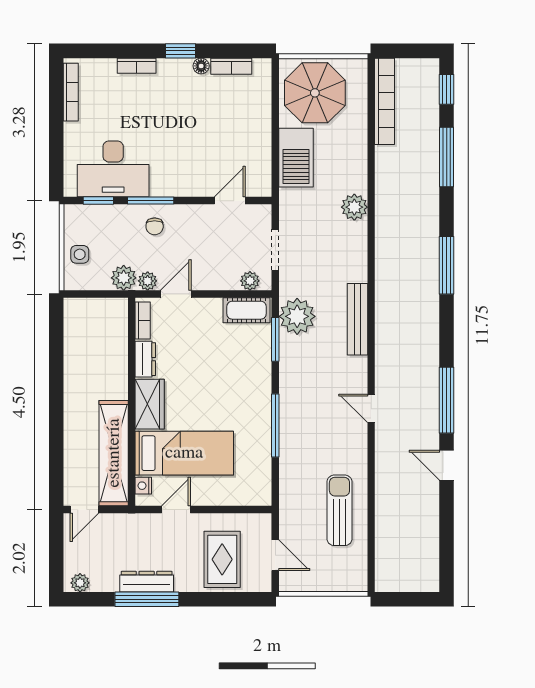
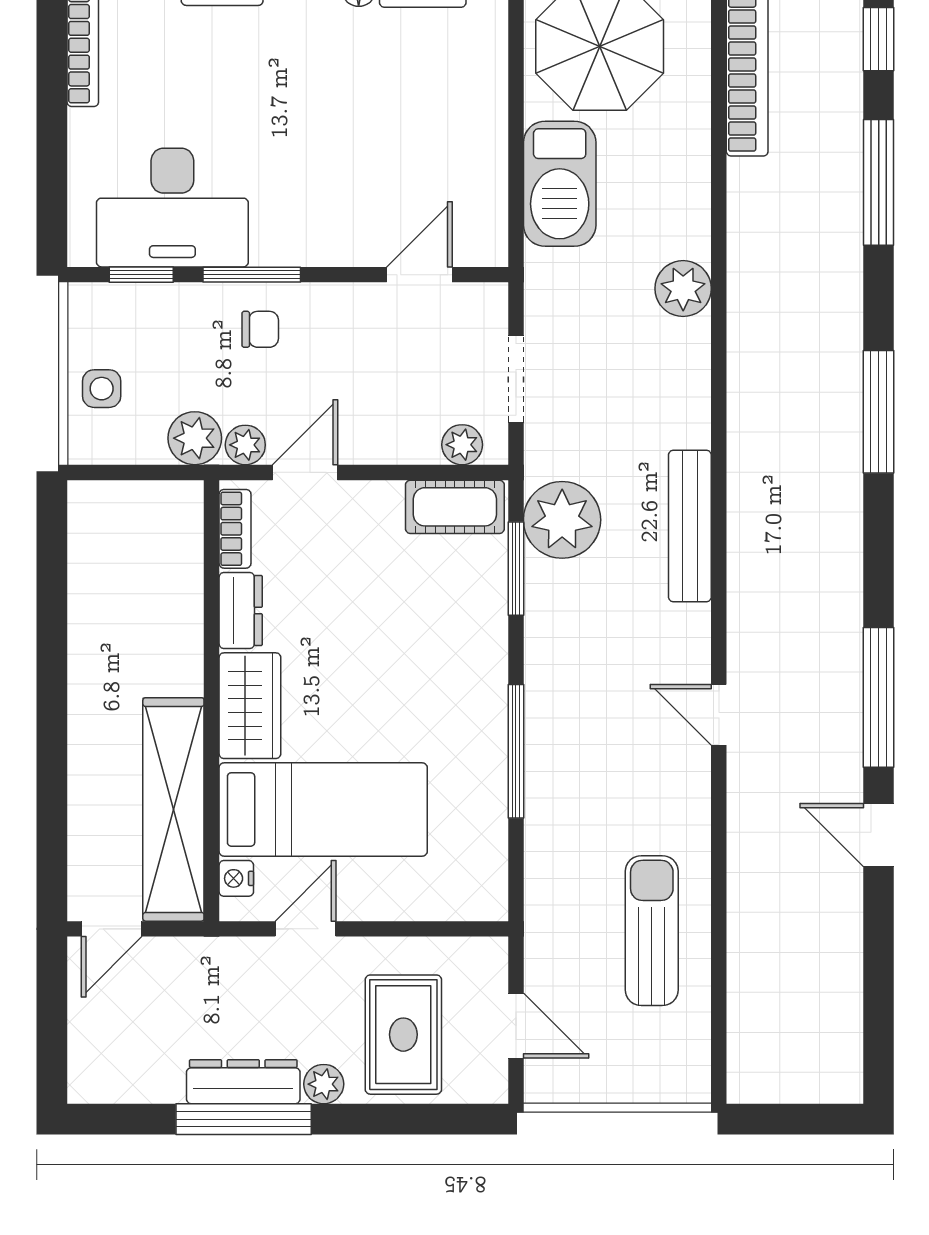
chair: (155, 226) -> (260, 329), turned -90
plant: (80, 583) -> (324, 1084), moved

